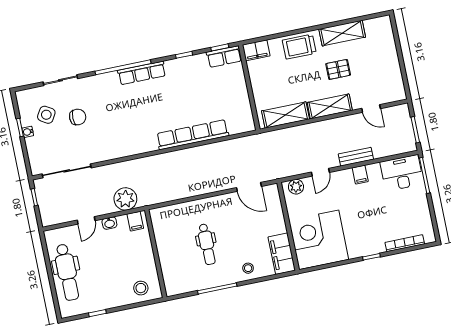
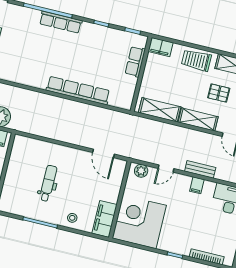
row of seats: (224, 57) -> (135, 62), moved, turned 90
dental chair: (207, 244) -> (48, 183), turned 180

